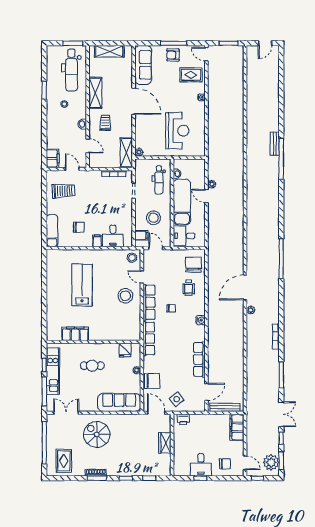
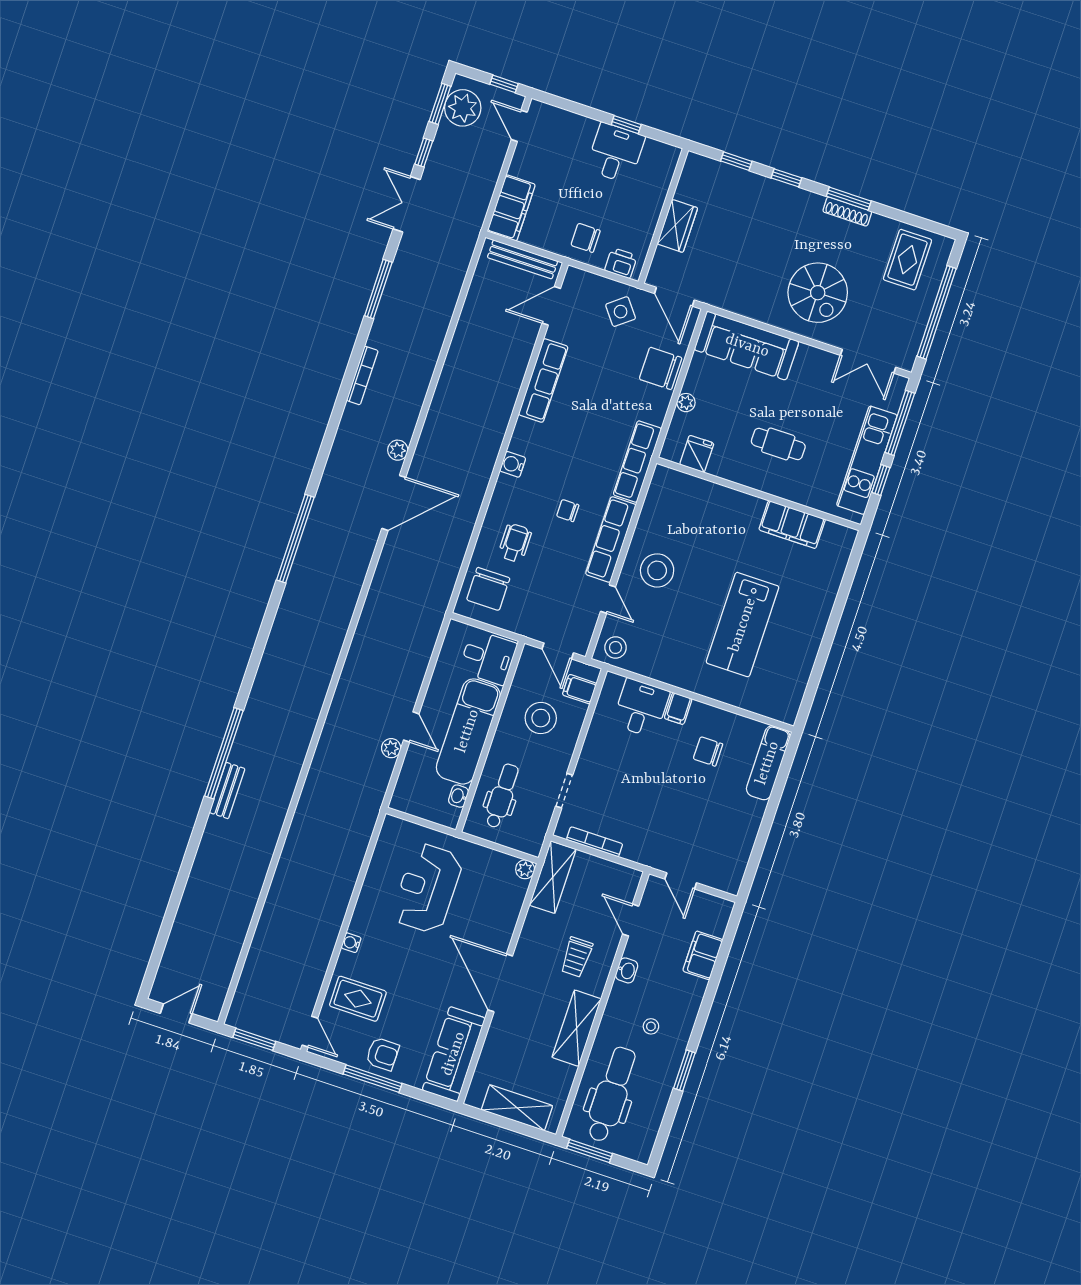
filing cabinet: (53, 158) -> (703, 955), moved
trolley: (63, 191) -> (715, 840), removed
chair: (225, 464) -> (586, 238), moved

